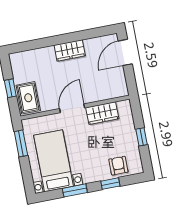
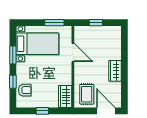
rug: (28, 98) -> (87, 94), moved, turned 90
door: (72, 108) -> (73, 52), moved
wardrobe: (102, 113) -> (65, 96), moved

